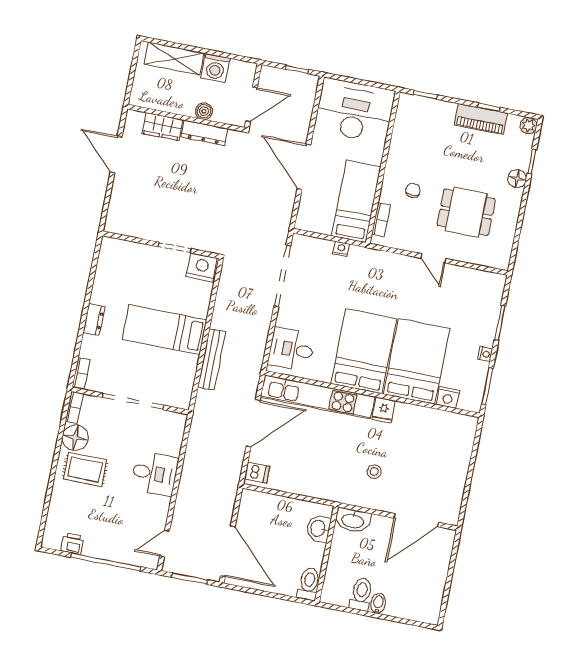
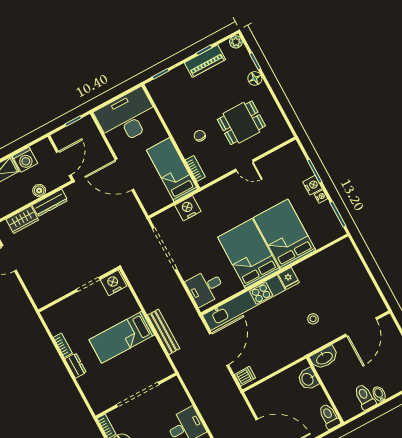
nightstand: (341, 249) -> (188, 208), width x1.89, depth x1.79
bookcase: (81, 373) -> (63, 345), moved
nightstand: (448, 398) -> (312, 185), moved, turned -90

